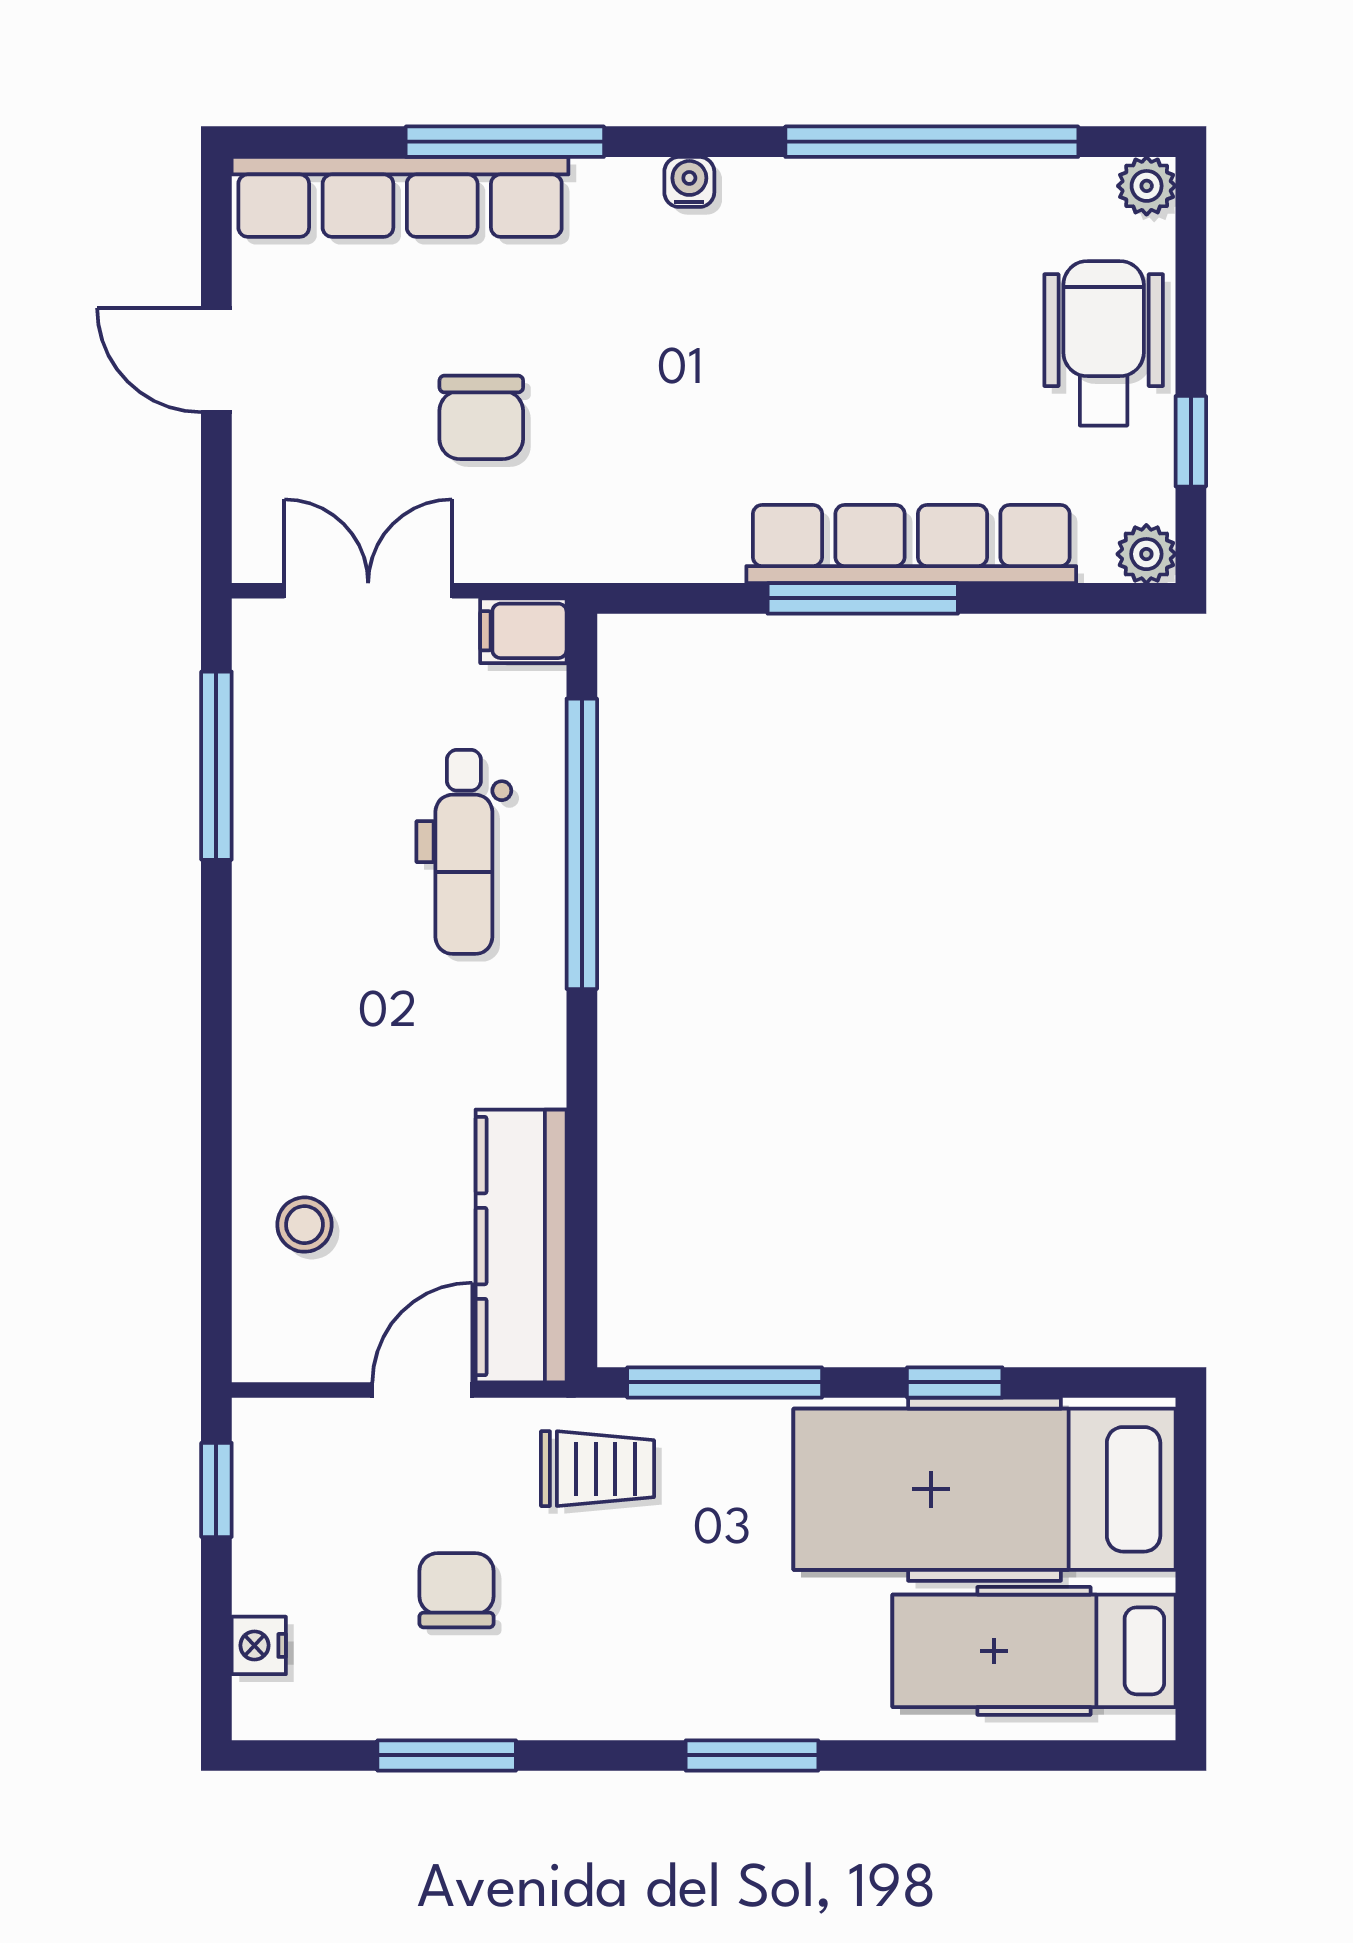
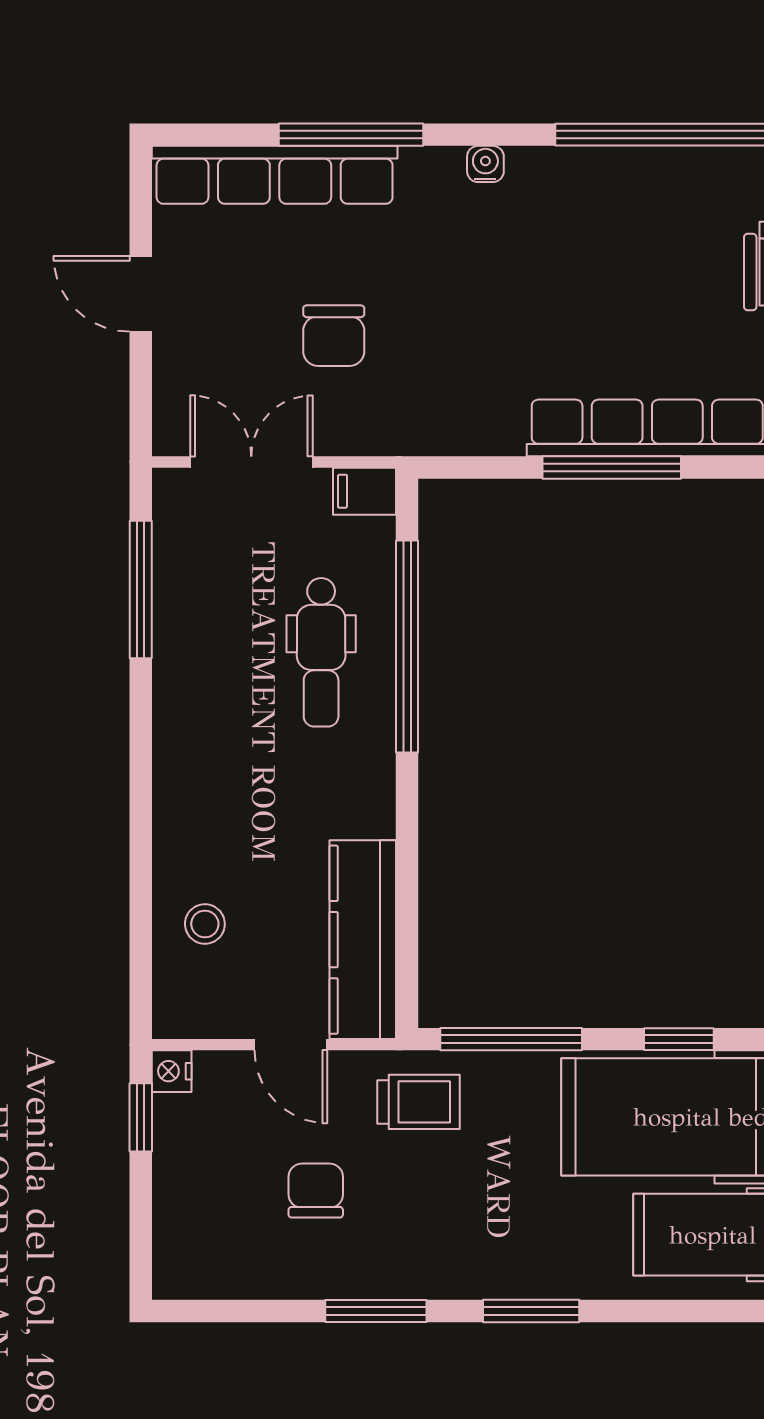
door: (422, 1390) -> (291, 1045), swing flipped
nightstand: (259, 1645) -> (172, 1071), moved
window: (447, 1755) -> (376, 1311), moved

